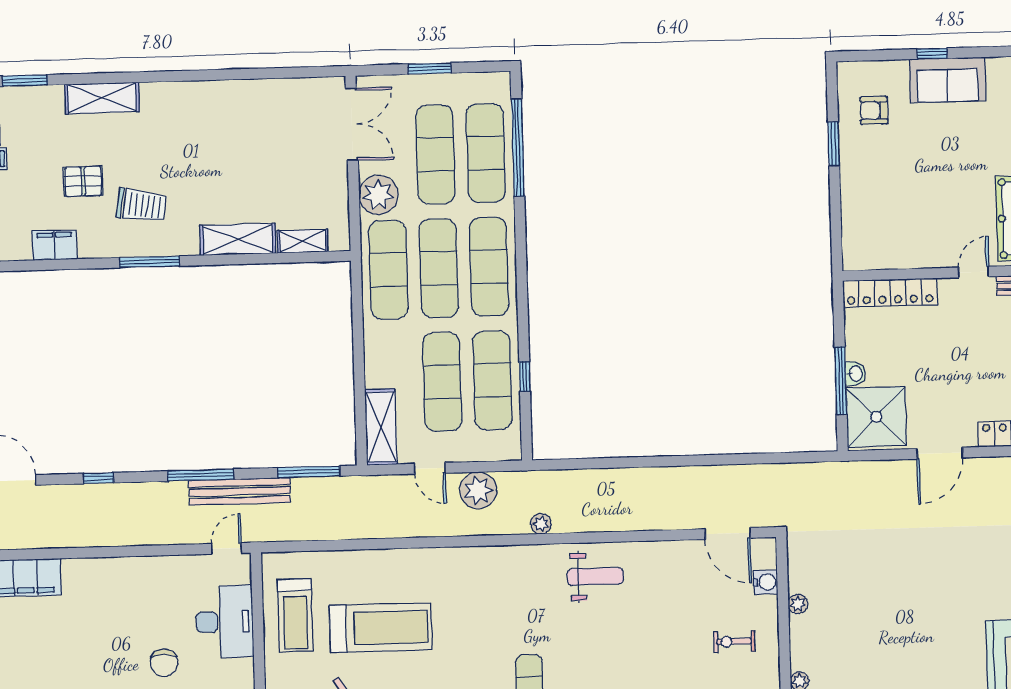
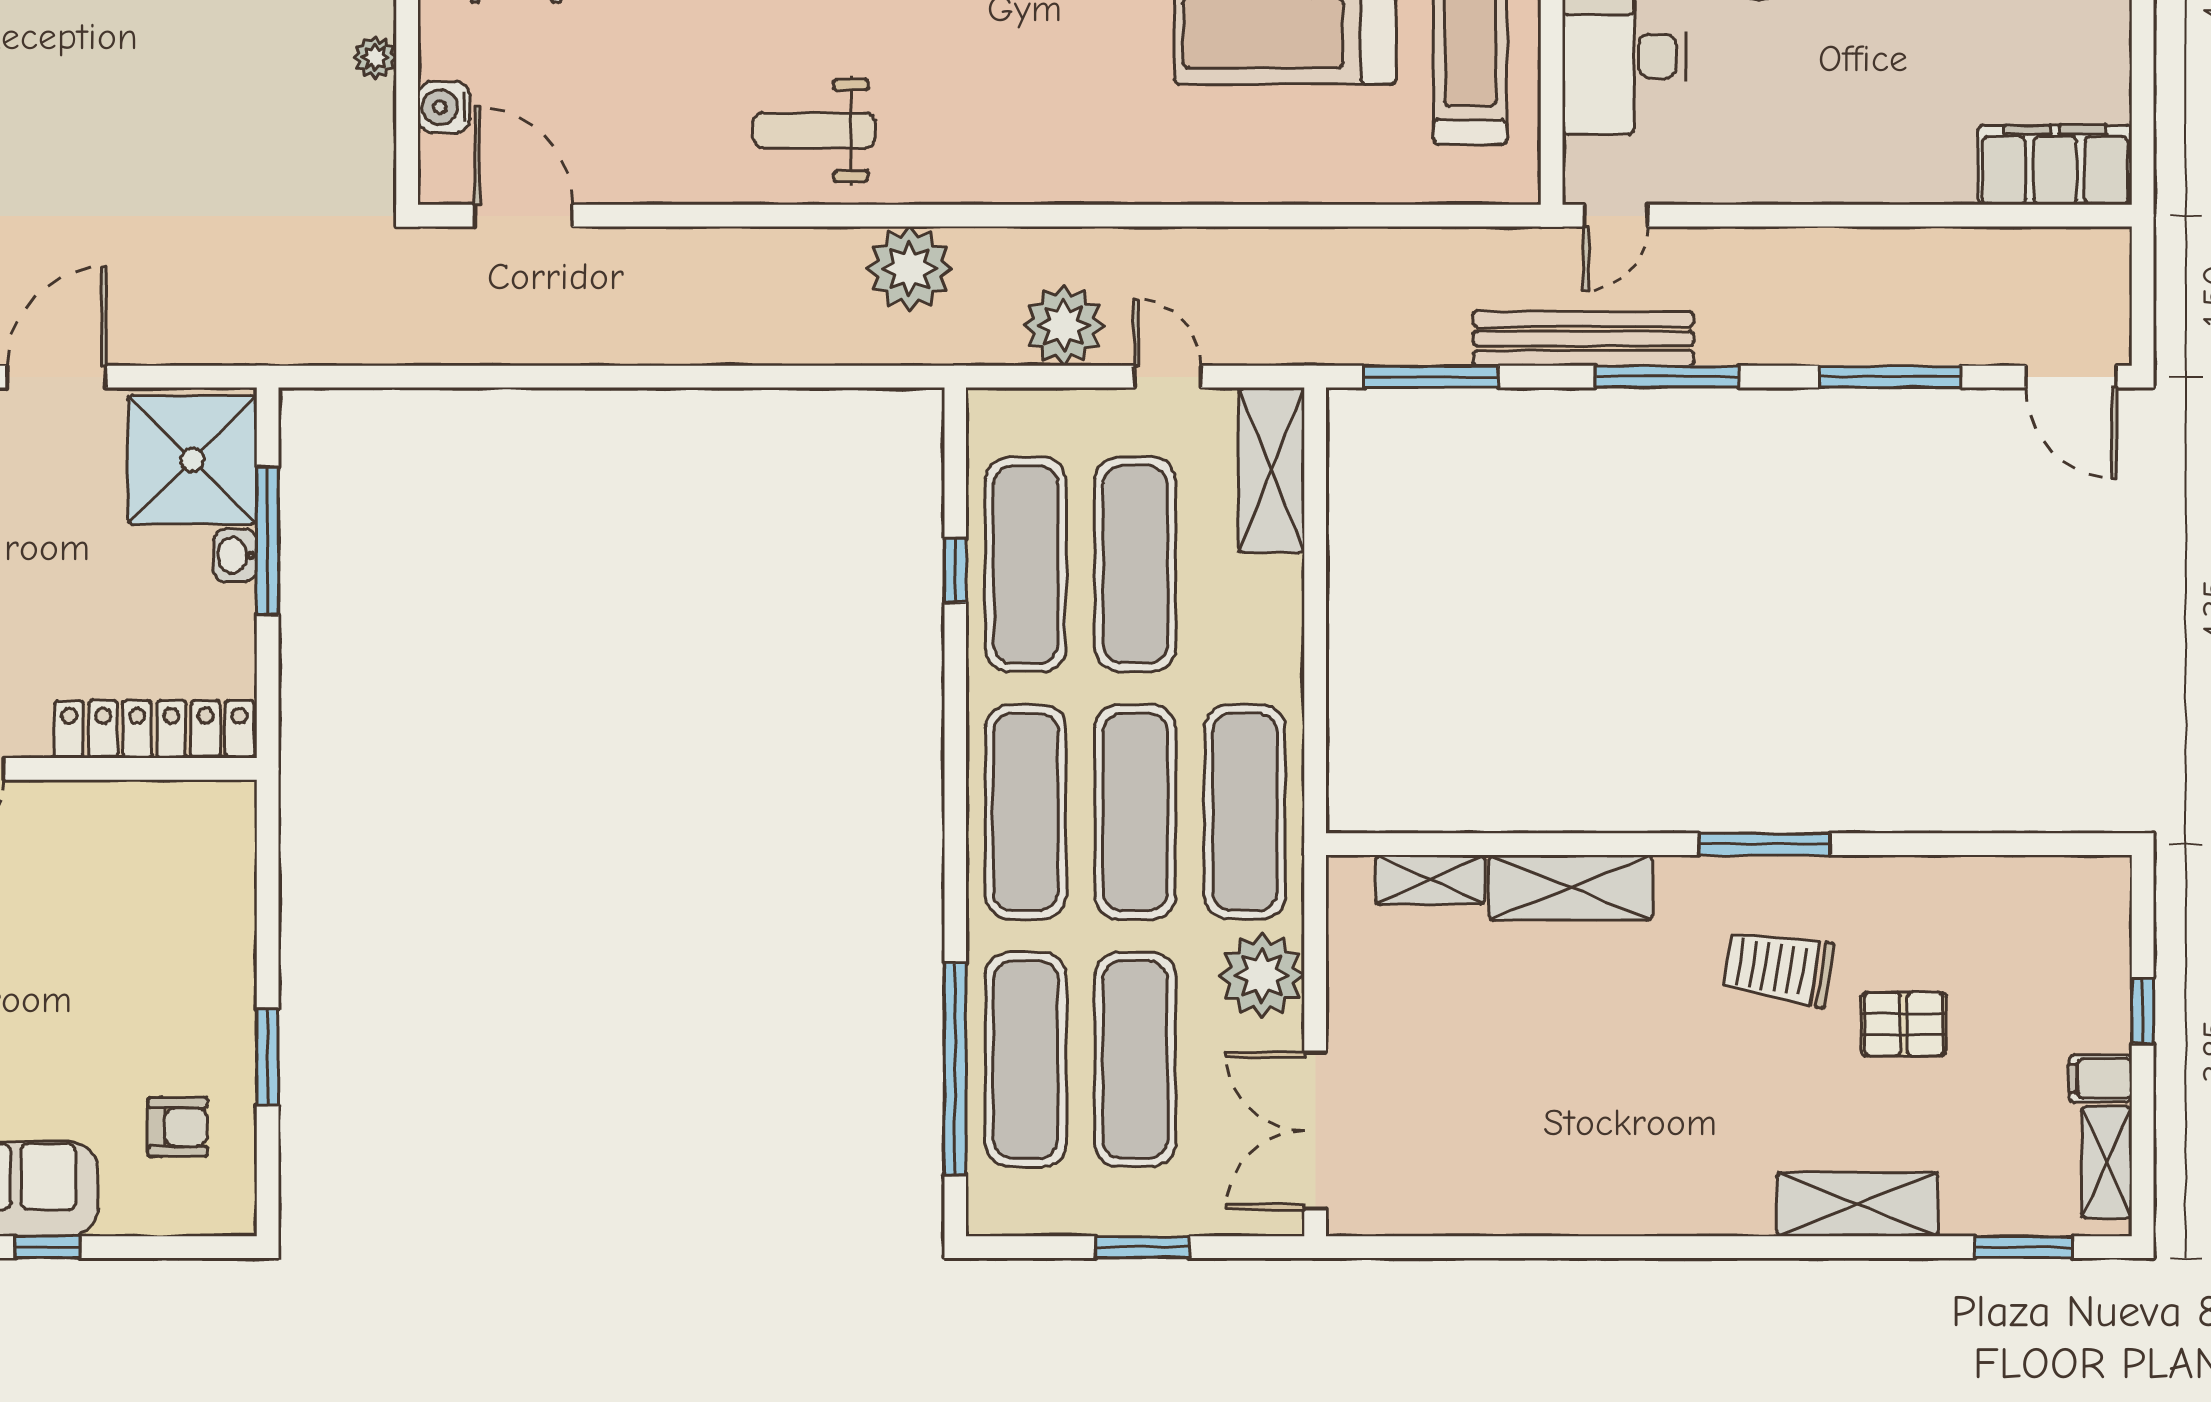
filing cabinet: (54, 245) -> (1971, 887), removed
window: (98, 478) -> (1890, 377), width x2.17
plant: (541, 524) -> (910, 269), width x1.87, depth x1.87

